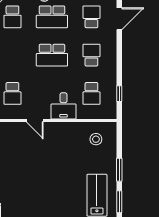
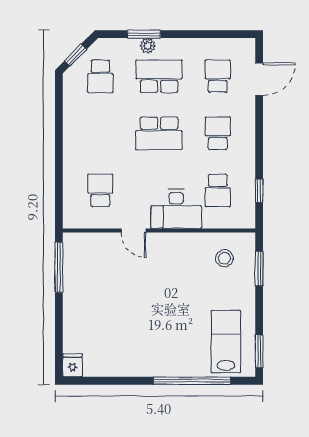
school desk: (52, 17) -> (159, 76), turned 180
school desk: (12, 93) -> (100, 190), turned 180
desk: (64, 106) -> (176, 209), width x1.37
window: (119, 170) -> (259, 268), moved

